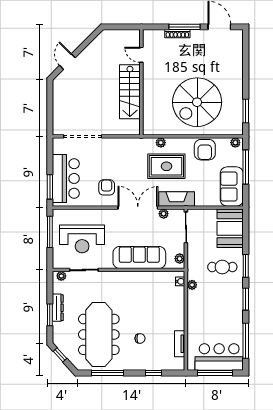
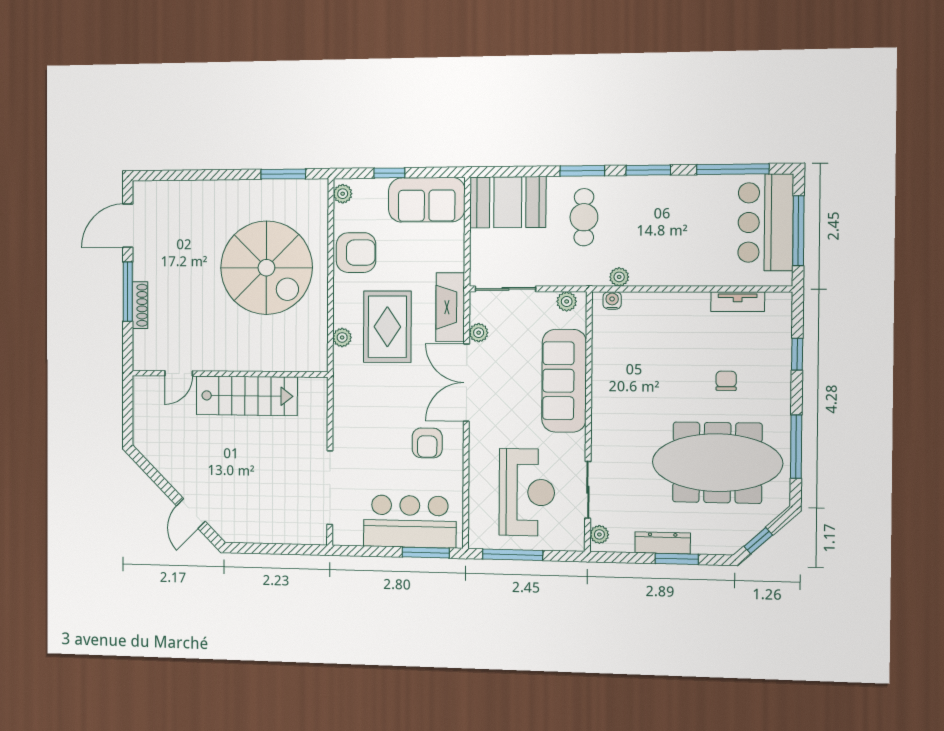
door: (67, 62) -> (191, 513), hinge flipped
window: (246, 167) -> (389, 173), width x0.46
armchair: (107, 187) -> (427, 443), turned -90

